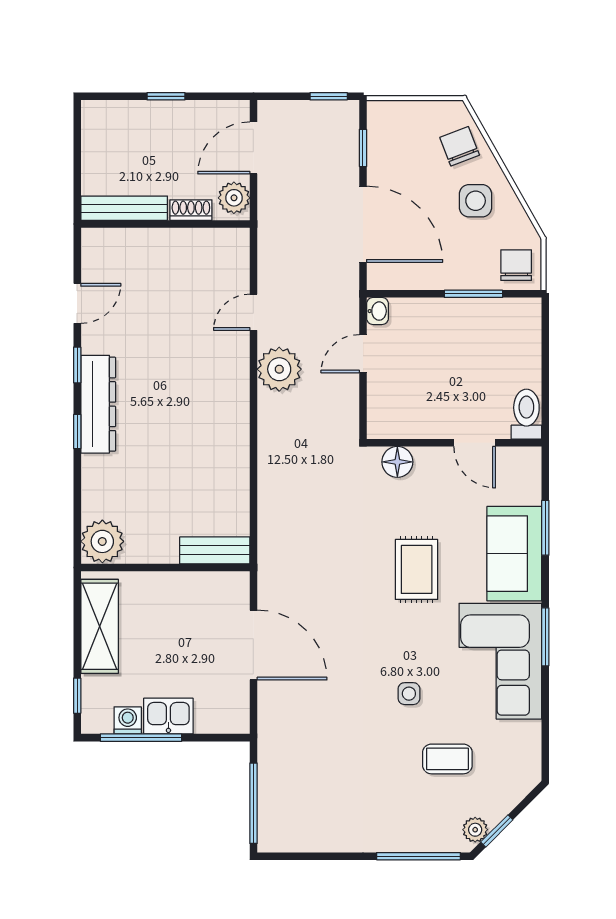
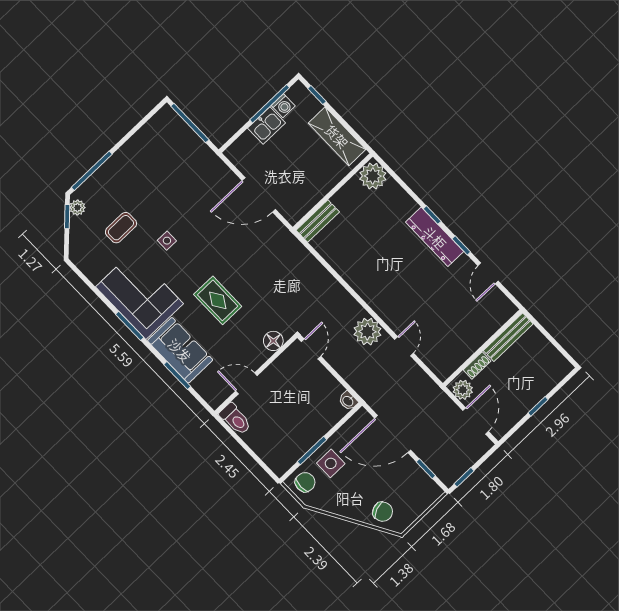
side table: (476, 201) -> (331, 463), moved
chair: (516, 265) -> (305, 482), turned -90
door: (363, 354) -> (311, 349), moved

